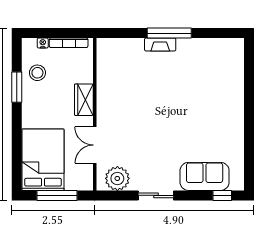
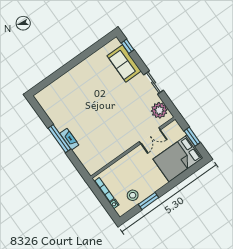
wardrobe: (84, 100) -> (129, 159), removed
window: (57, 195) -> (192, 137), width x0.69

